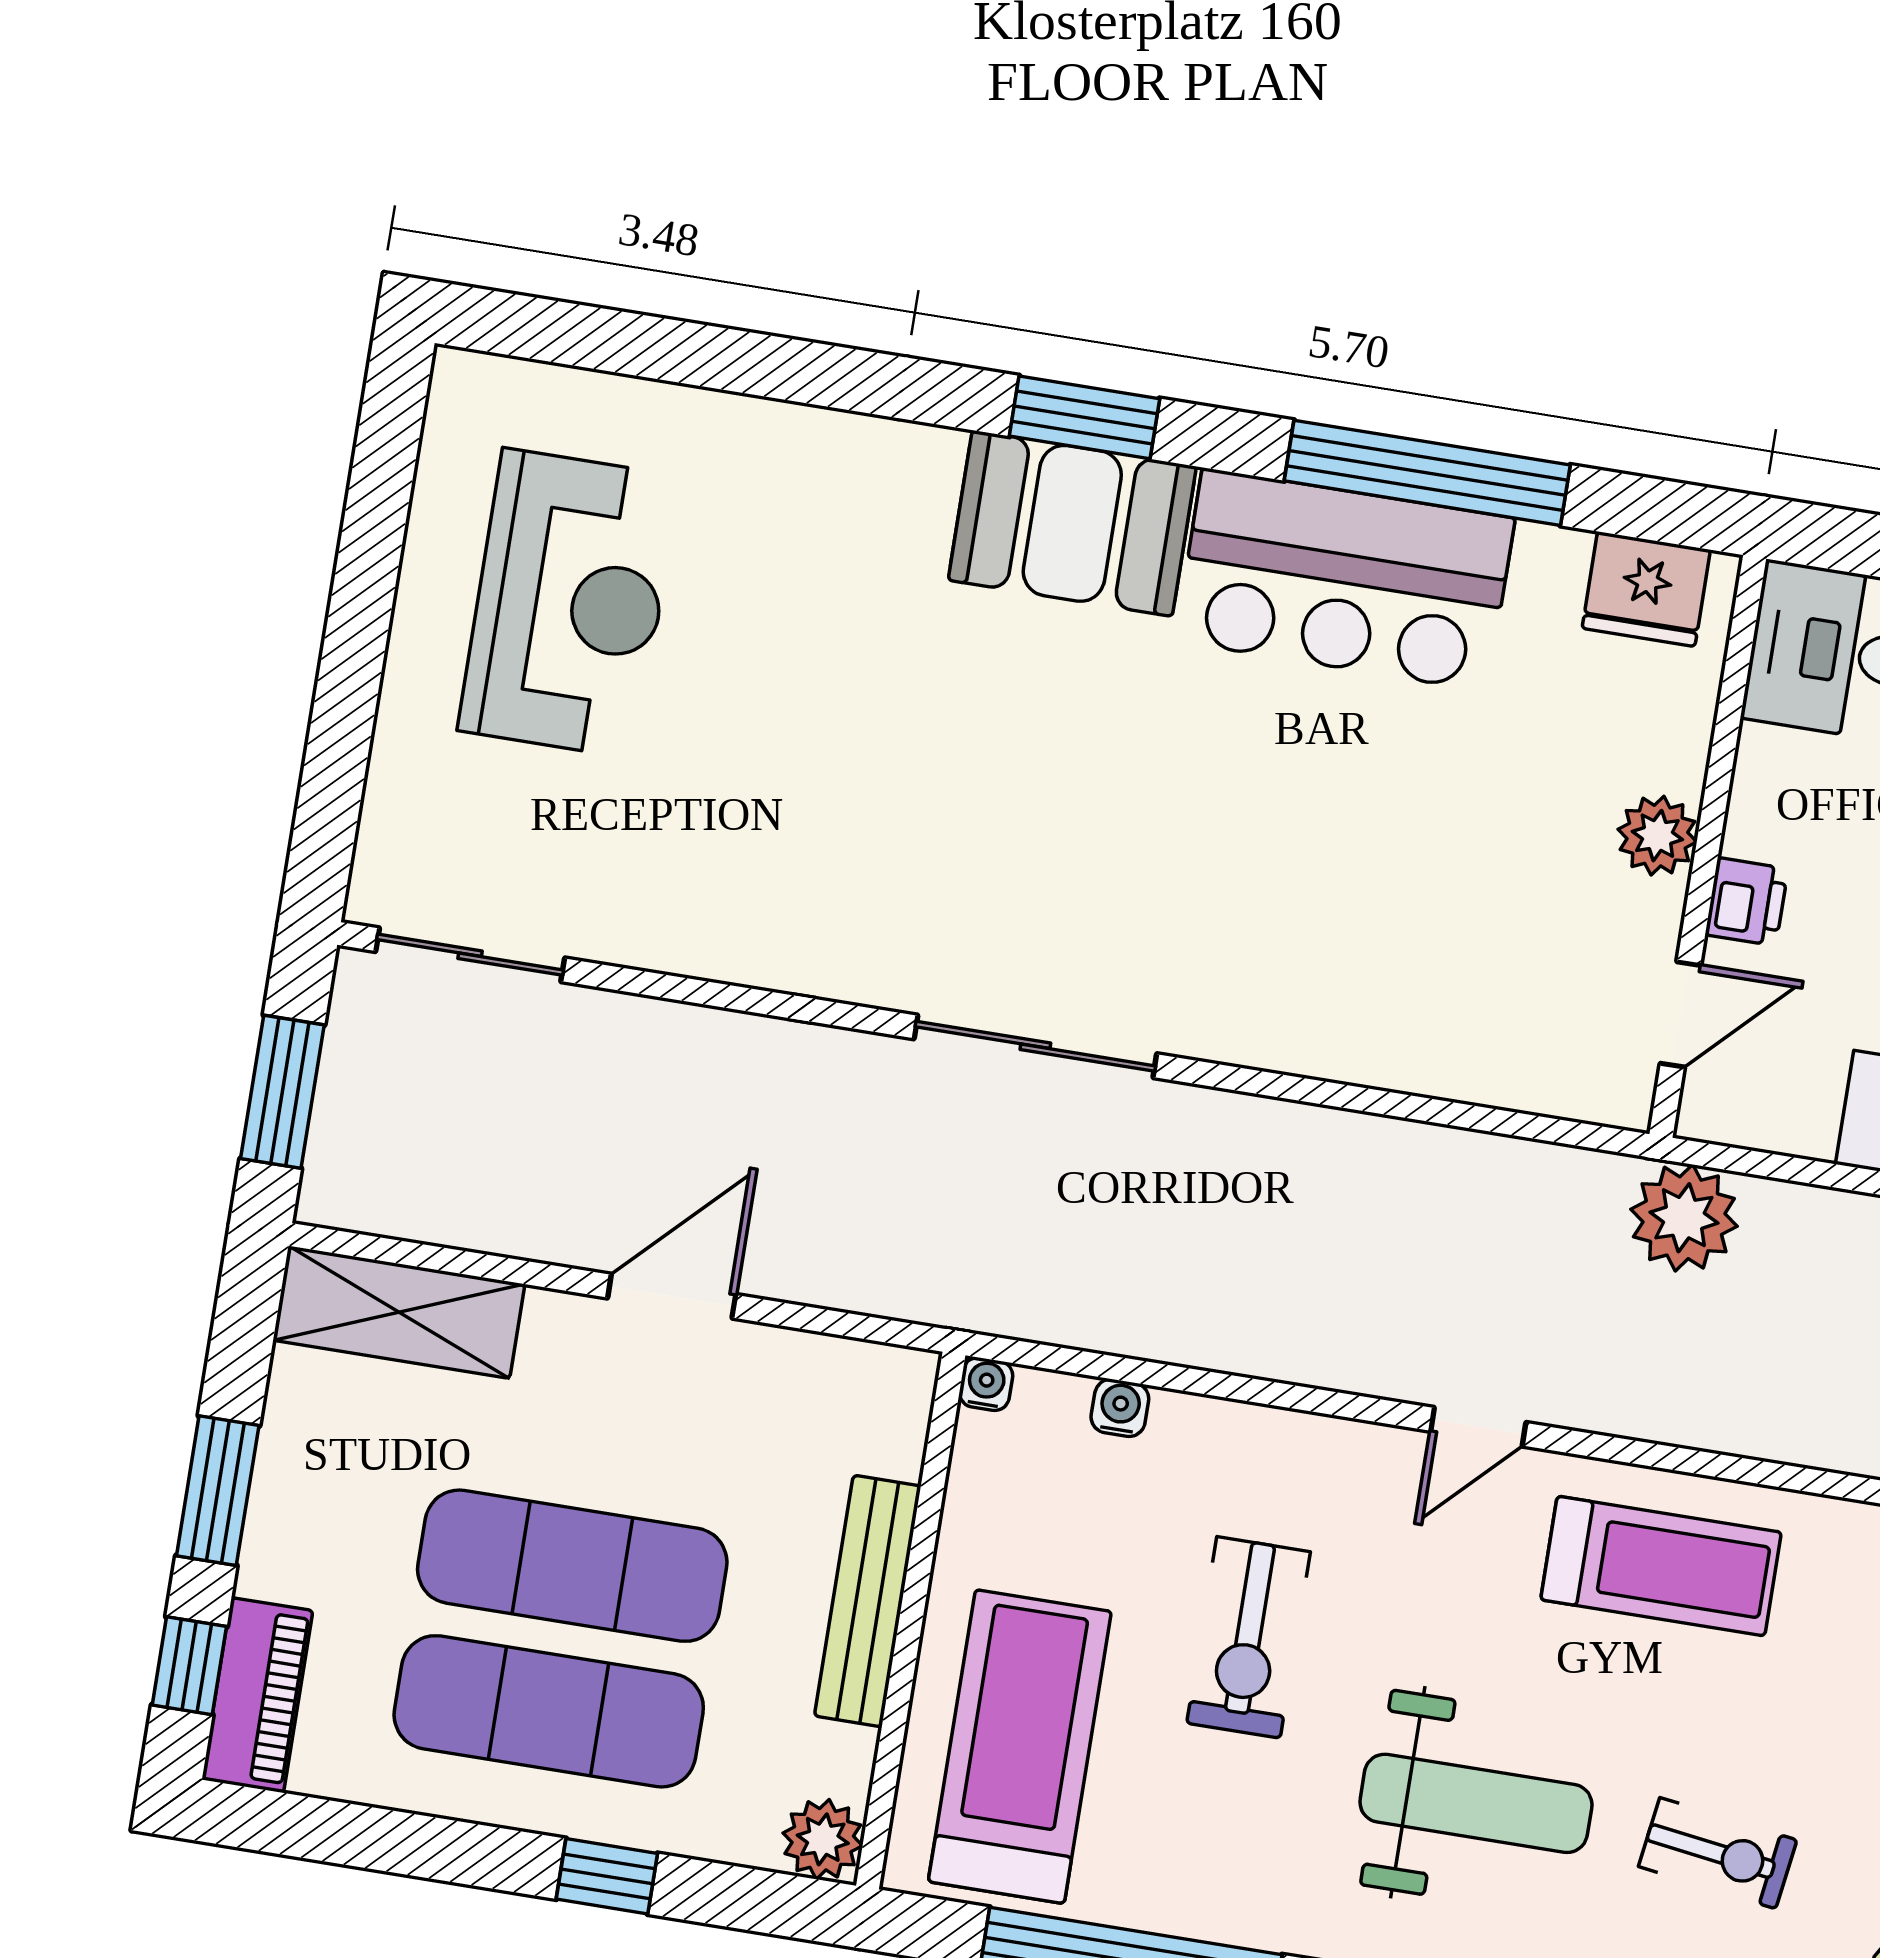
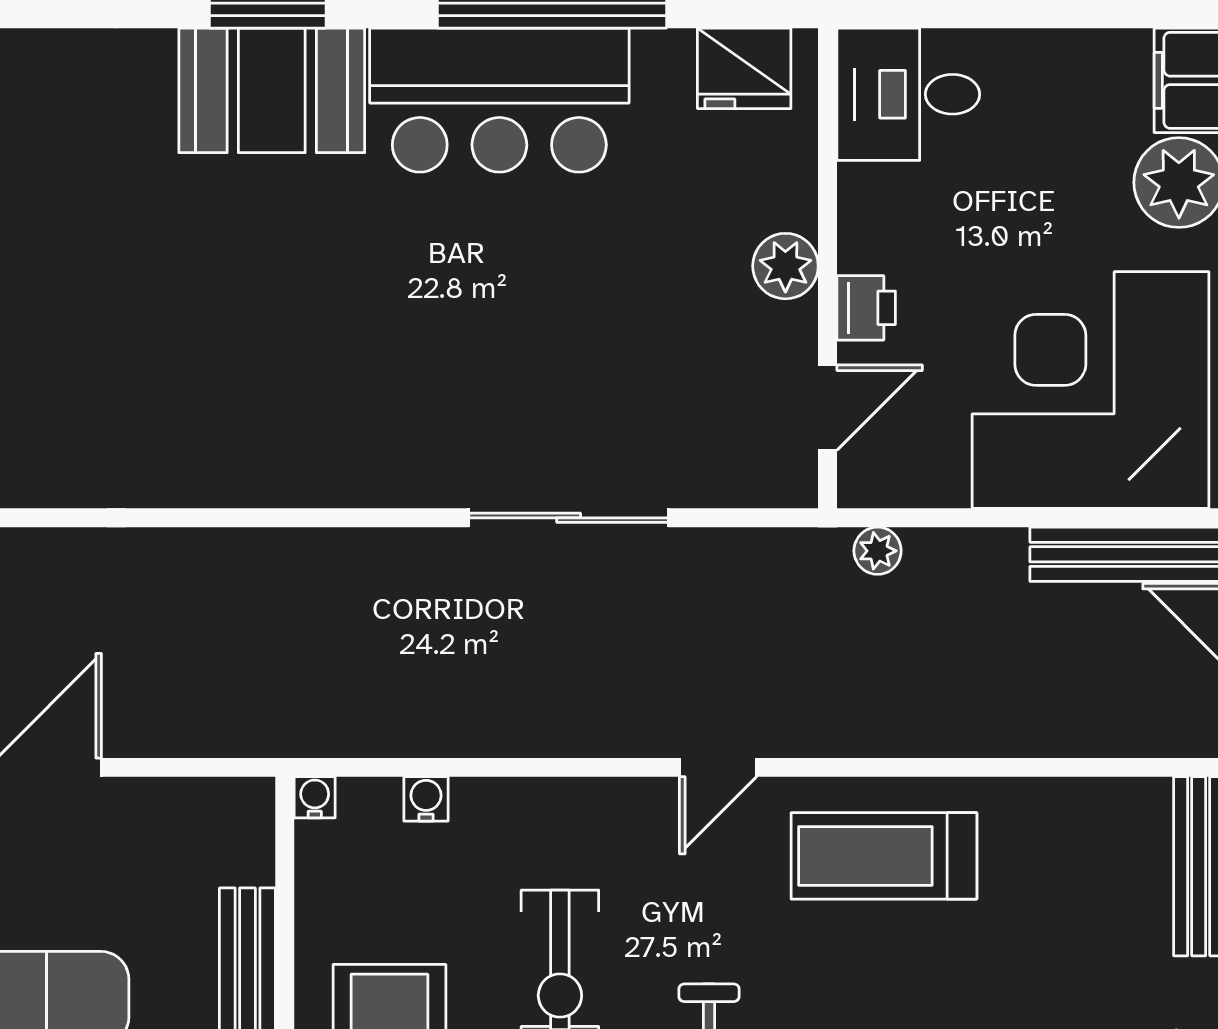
sliding door: (1035, 1046) -> (569, 518), moved
plant: (1684, 1218) -> (878, 551), width x0.53, depth x0.53
treadmill: (1661, 1566) -> (884, 856), turned 180

